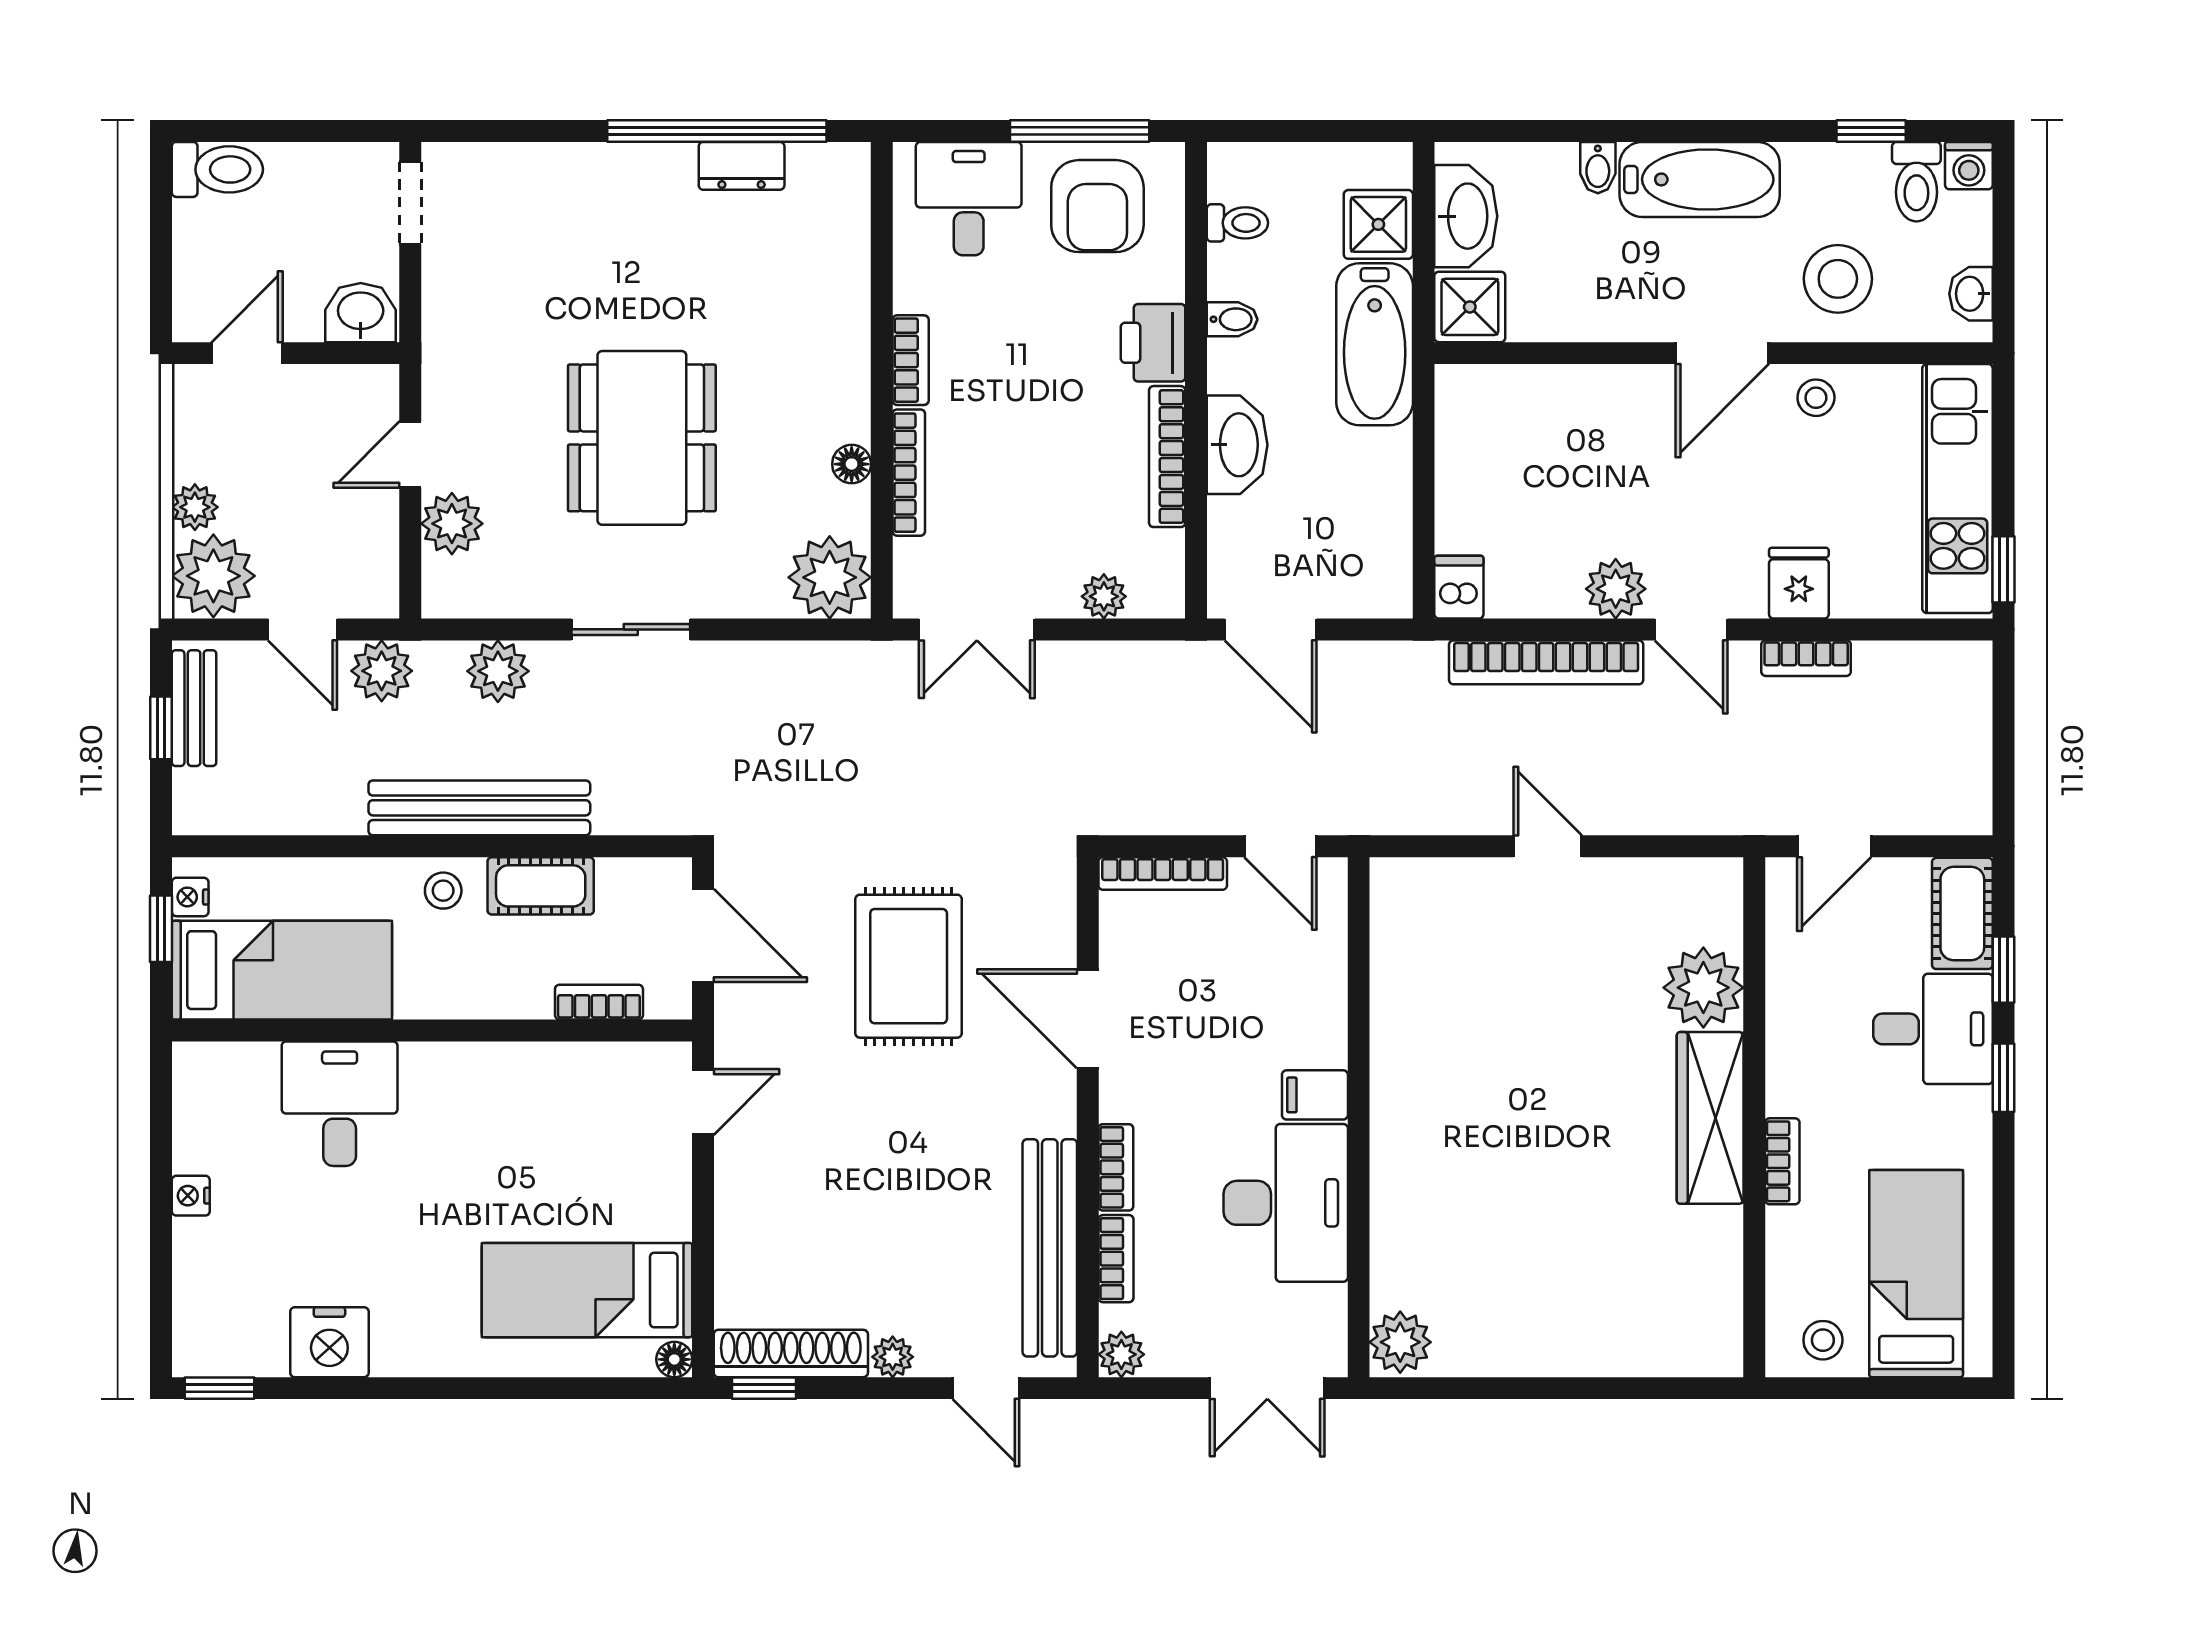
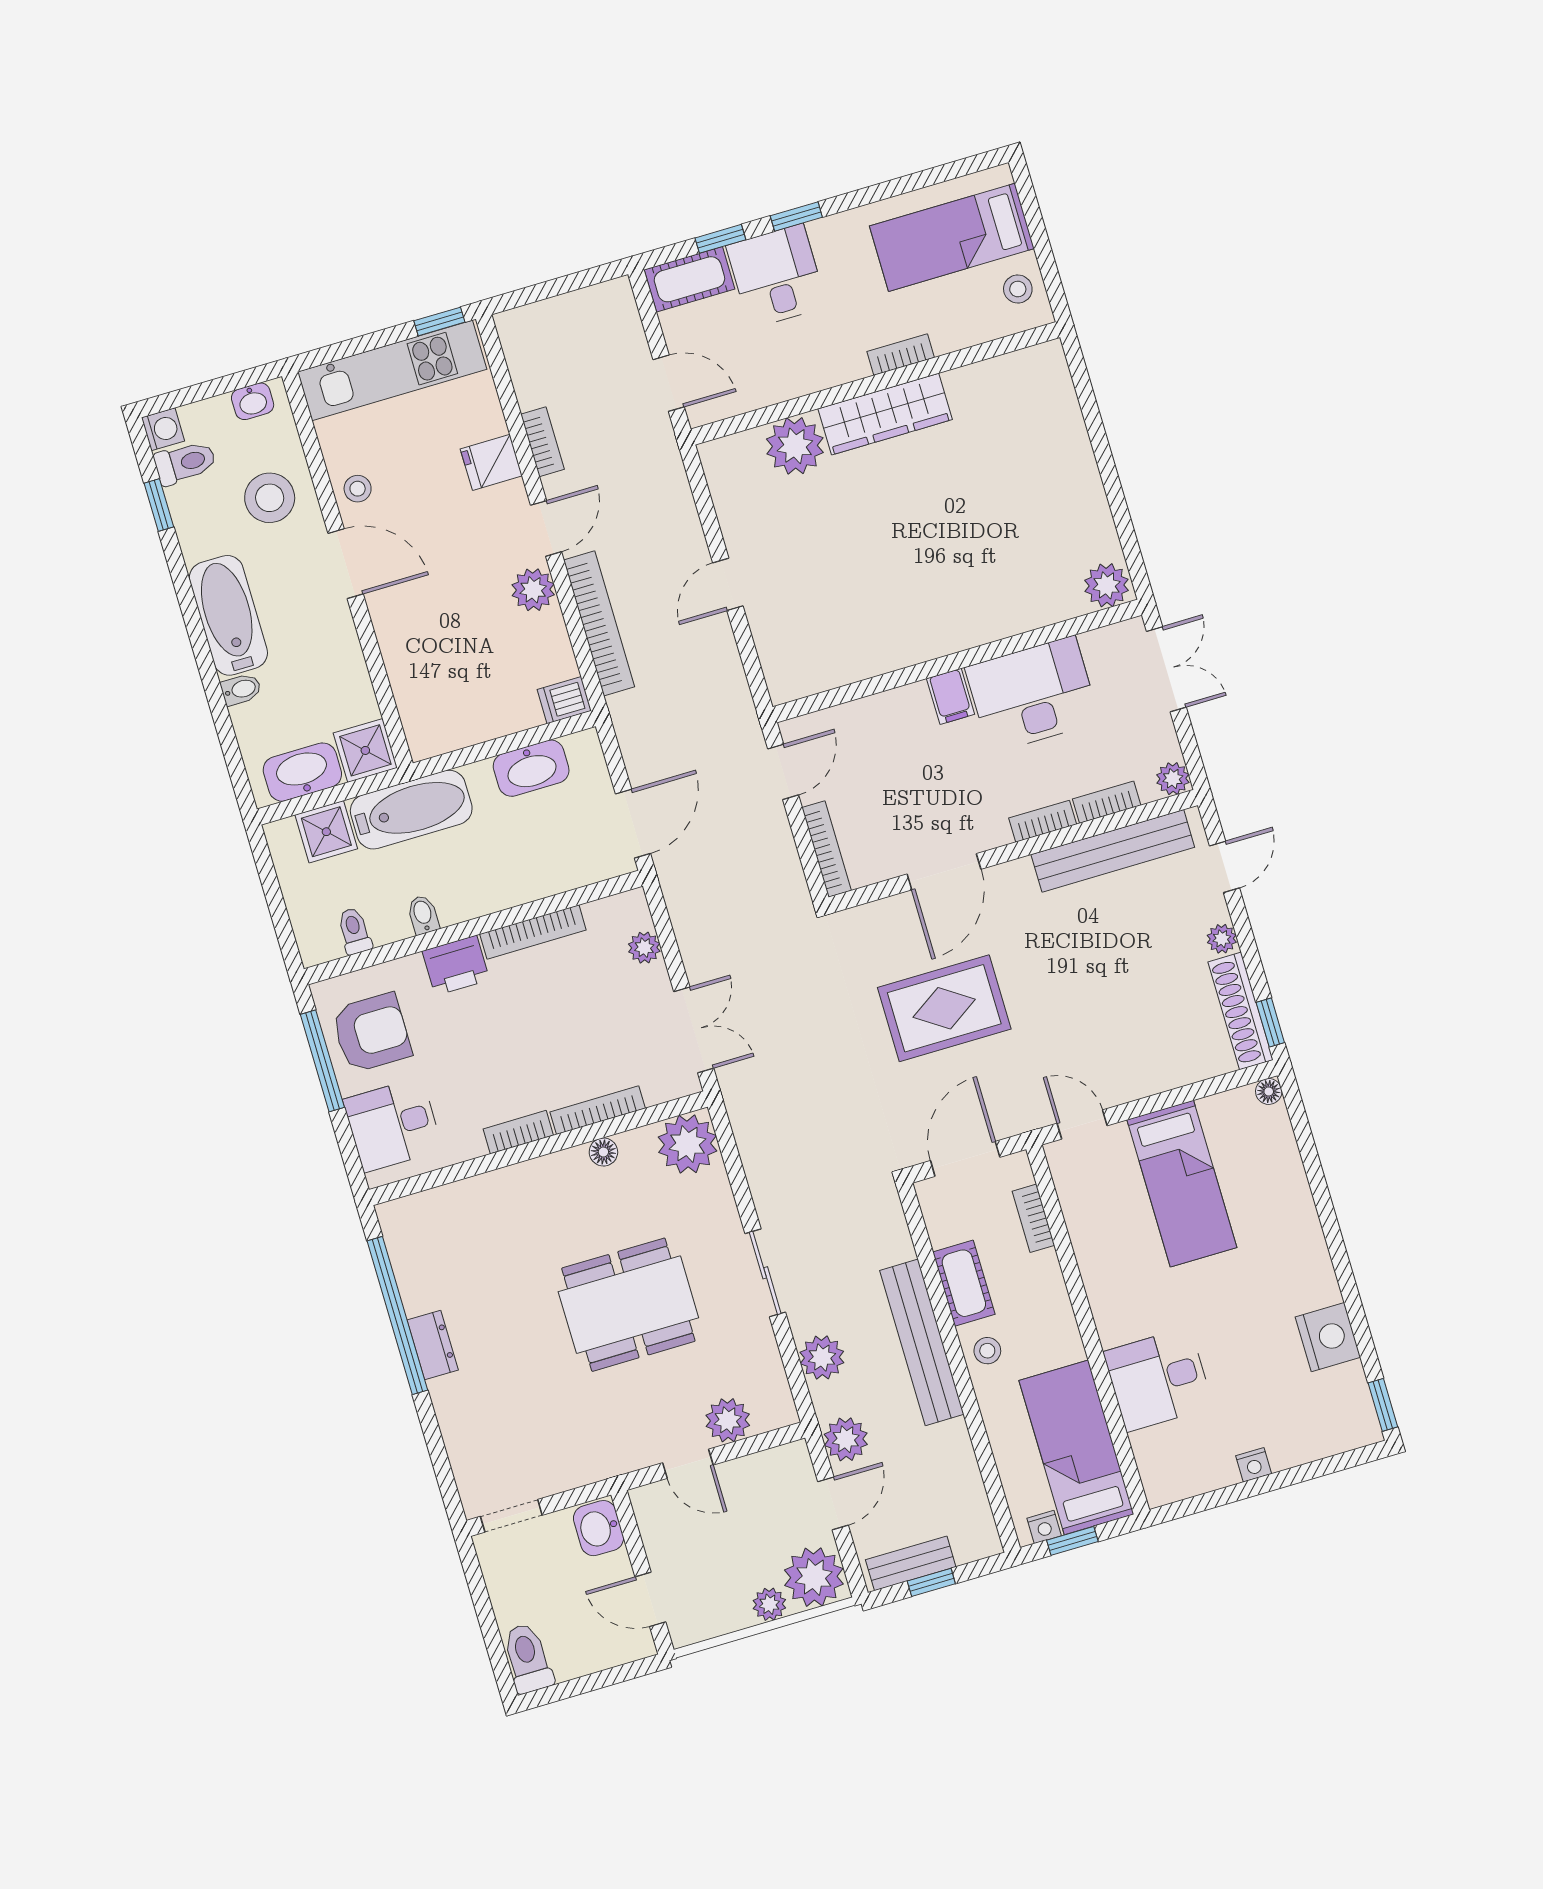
dresser: (742, 166) -> (433, 1345), moved
washbasin: (1237, 445) -> (531, 768), moved, turned 180
bed: (587, 1290) -> (1182, 1184), moved

